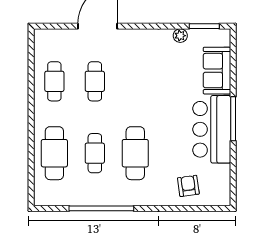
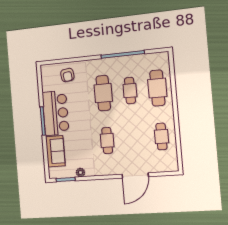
cafe table: (95, 81) -> (107, 140), moved

